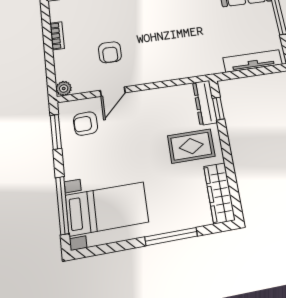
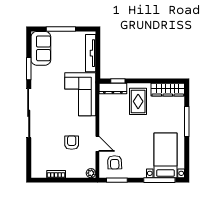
armchair: (110, 52) -> (72, 143), turned -90
corner sofa: (187, 55) -> (80, 94), added

